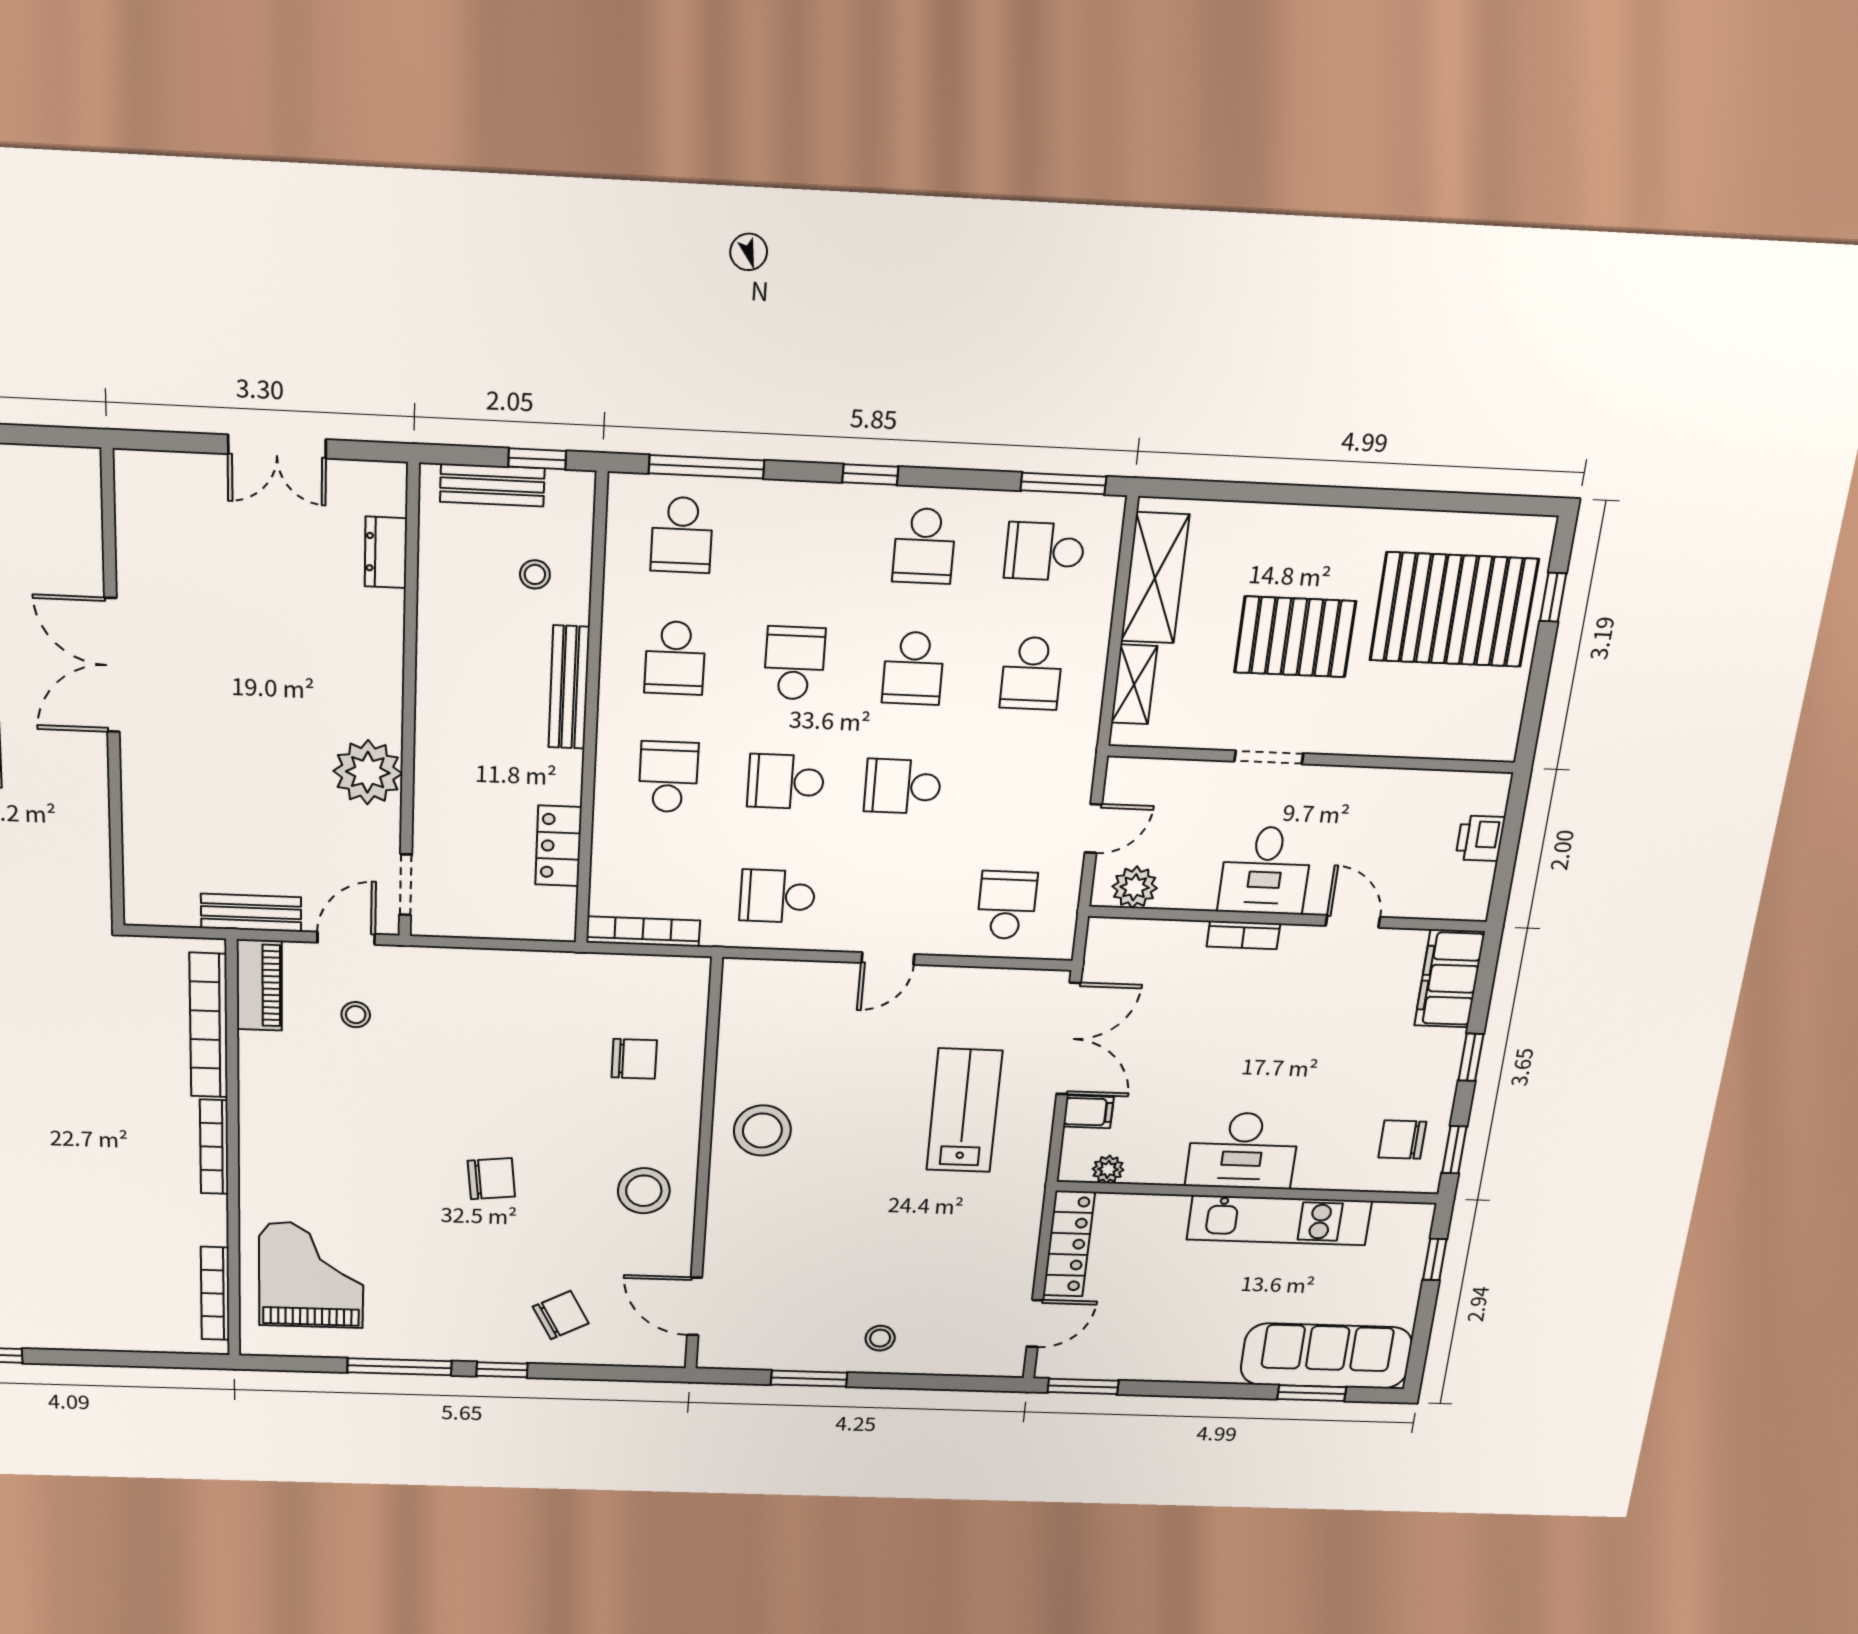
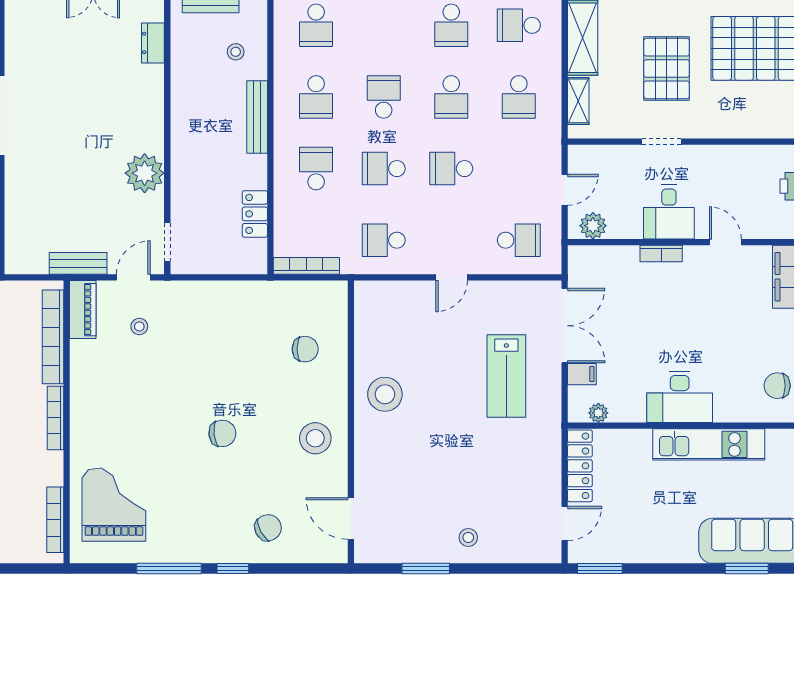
pallet: (1295, 637) -> (667, 69), turned 90
school desk: (1007, 905) -> (519, 240), turned 90
lab bench: (964, 1111) -> (506, 376), turned 180

